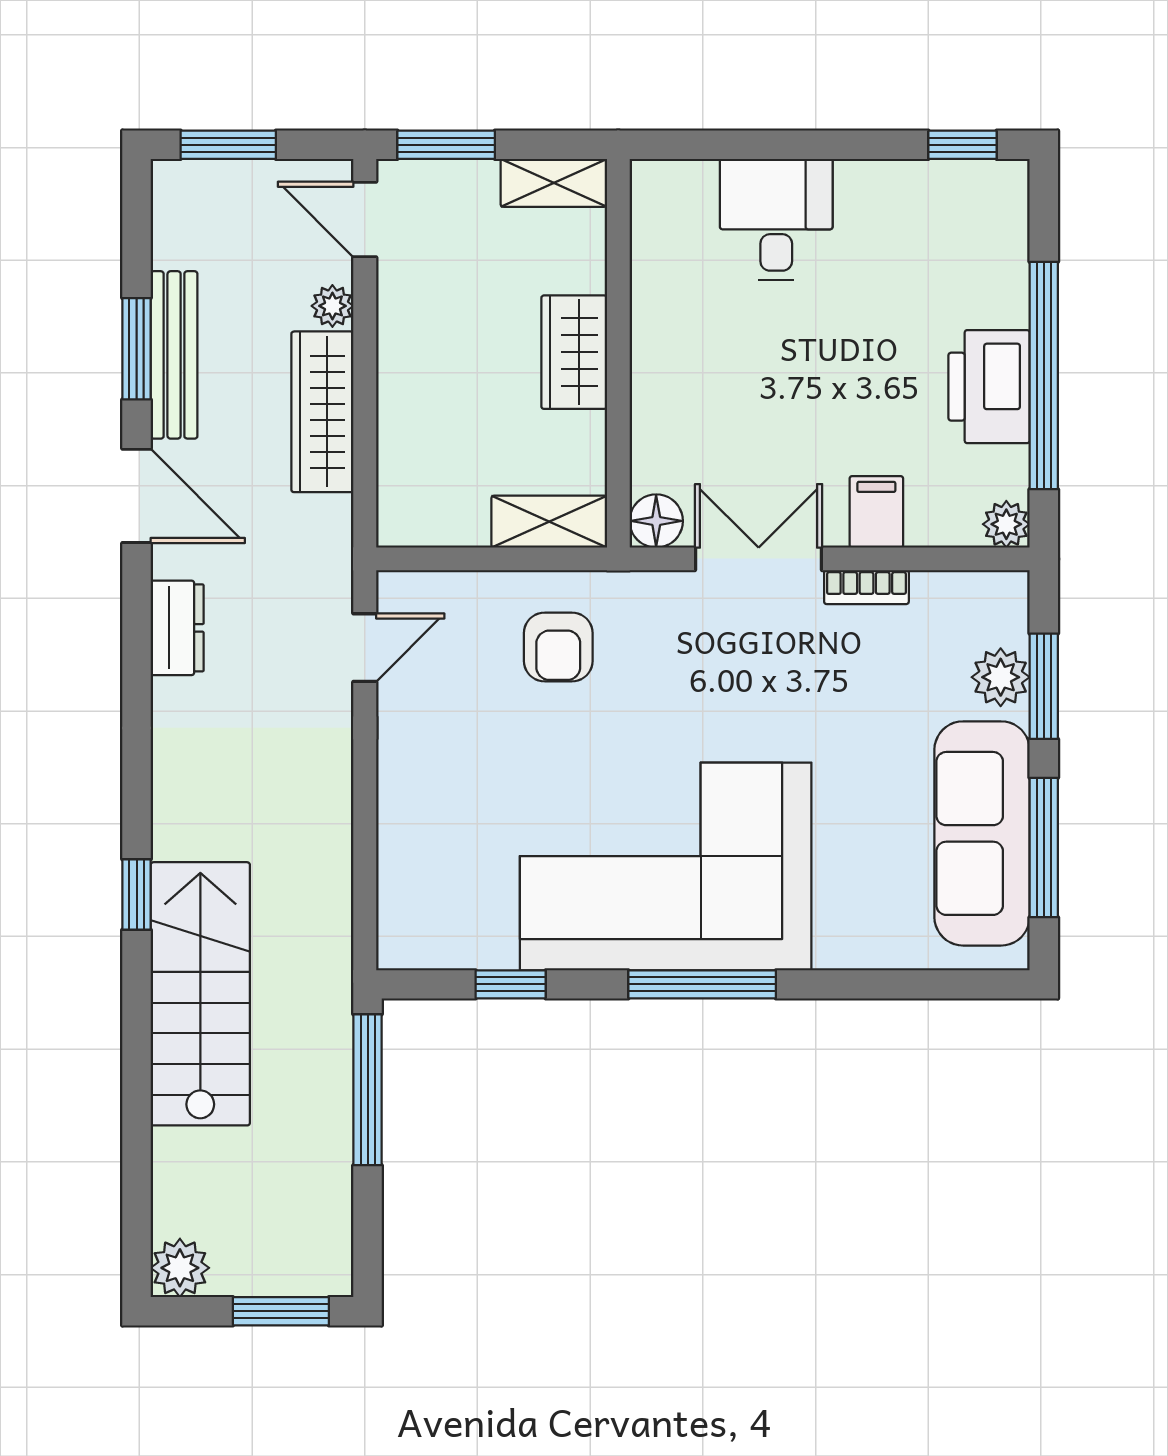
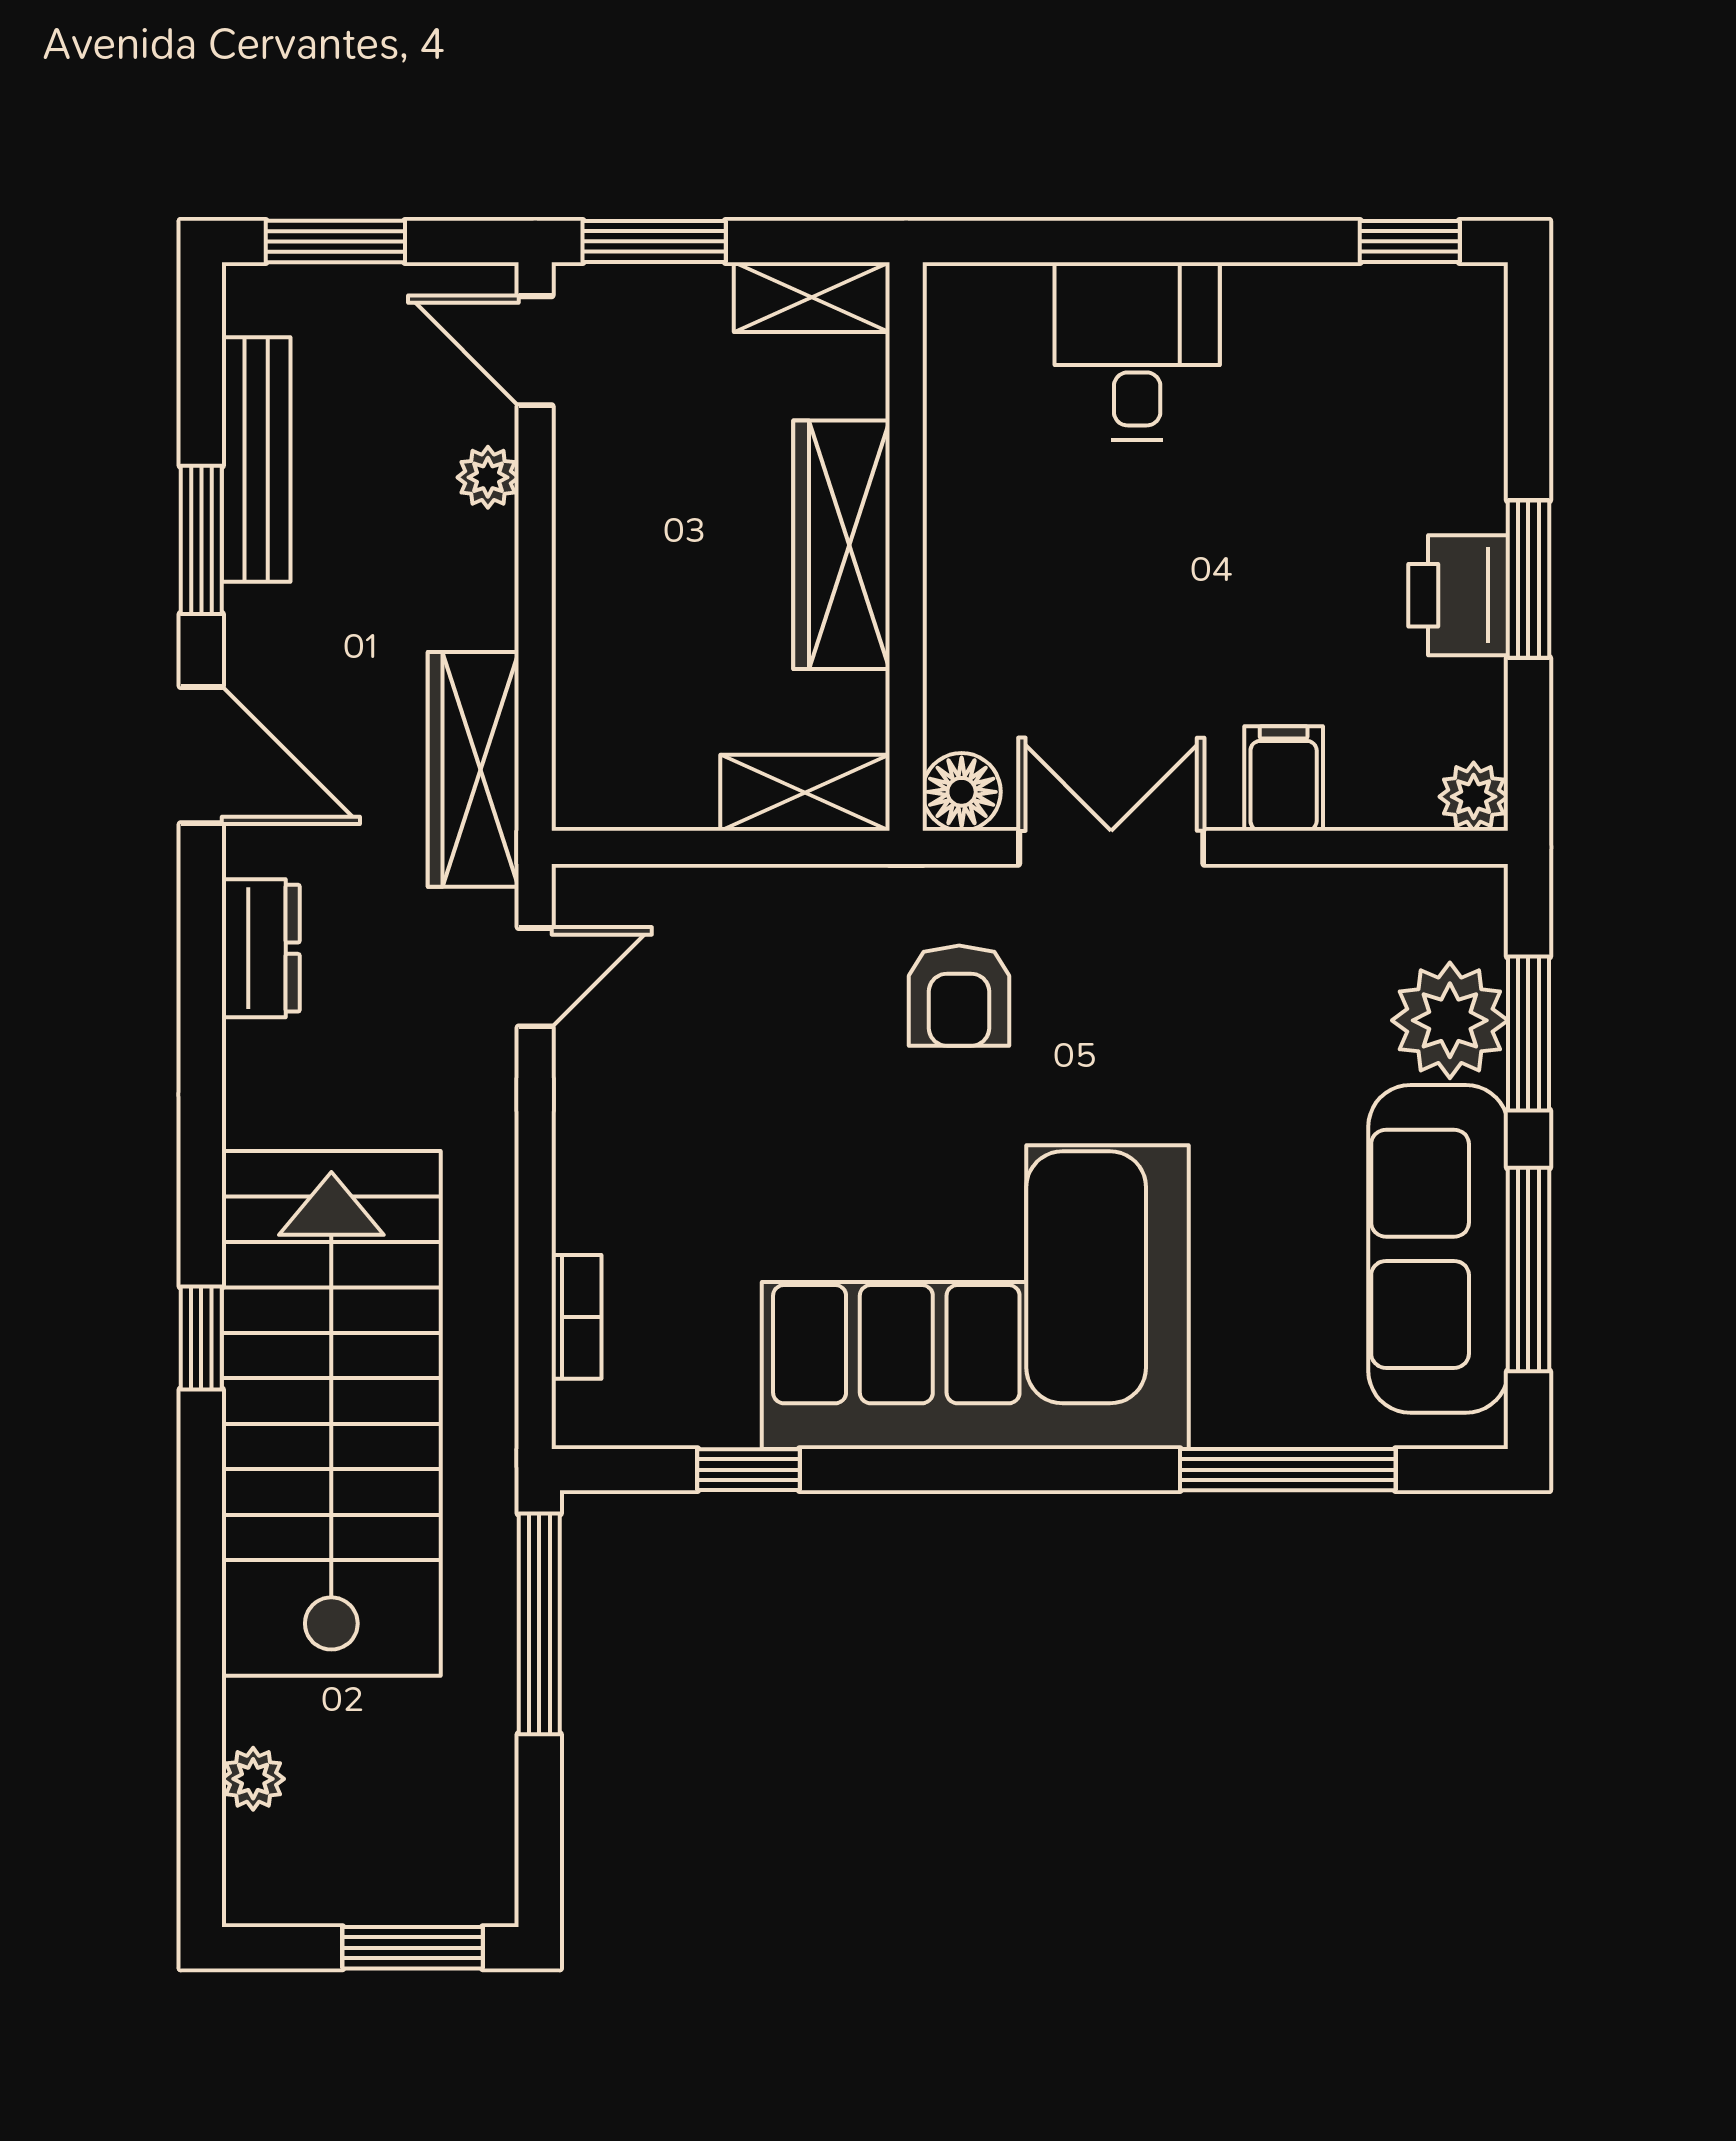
wardrobe: (574, 352) -> (842, 545), width x1.50
bench: (174, 355) -> (256, 459), moved
window: (1044, 376) -> (1528, 579), width x0.47
printer: (989, 387) -> (1458, 595), width x0.73, depth x0.84
wardrobe: (322, 412) -> (473, 769), moved
bookcase: (866, 587) -> (576, 1317), moved, turned -90
armchair: (558, 647) -> (959, 996), moved
plant: (1001, 677) -> (1450, 1020), width x1.36, depth x1.36
window: (702, 984) -> (1288, 1470), moved
stairs: (200, 994) -> (331, 1413), width x1.36, depth x1.51
plant: (180, 1268) -> (253, 1779), moved, width x0.73, depth x0.73

